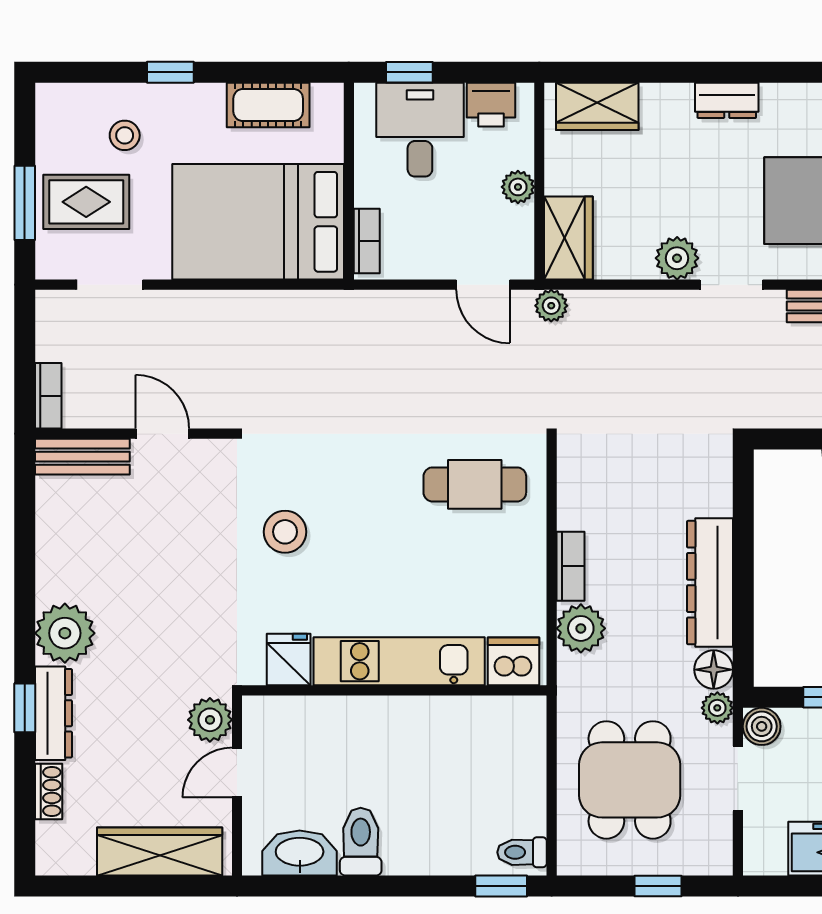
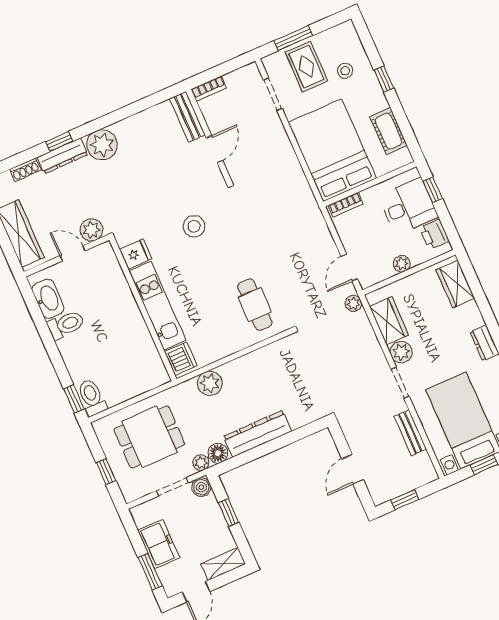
wardrobe: (568, 238) -> (389, 321), moved, turned -90
bookcase: (570, 566) -> (236, 366), removed
toilet: (522, 852) -> (92, 397), width x1.37, depth x1.39

